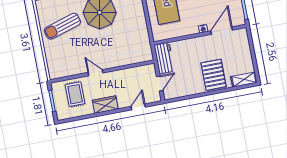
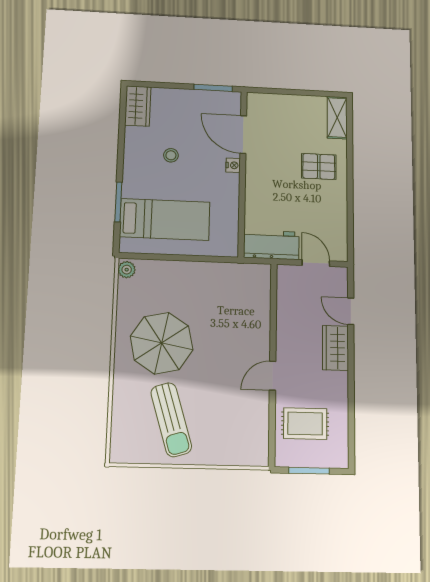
pallet: (214, 75) -> (319, 166), width x0.67, depth x0.71
wardrobe: (105, 105) -> (335, 348), moved

